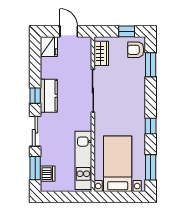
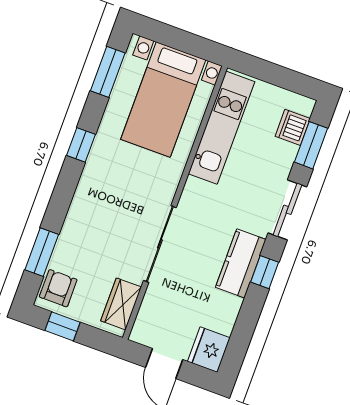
armchair: (136, 50) -> (58, 288), turned -90

